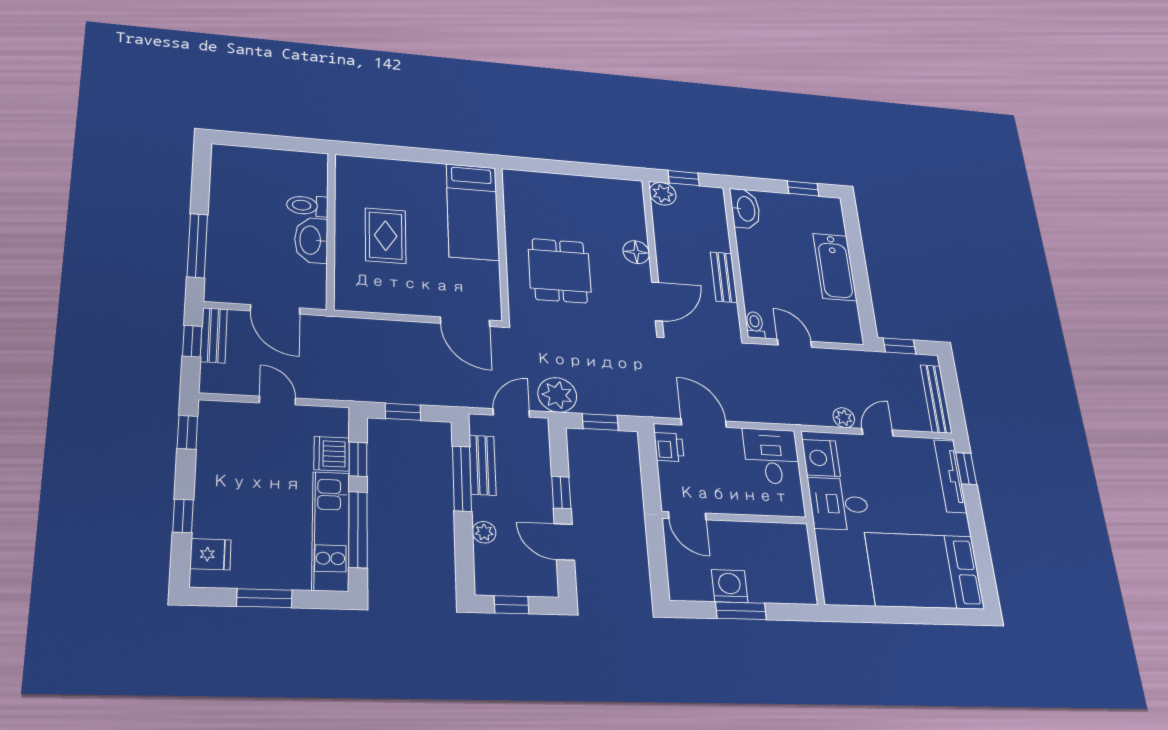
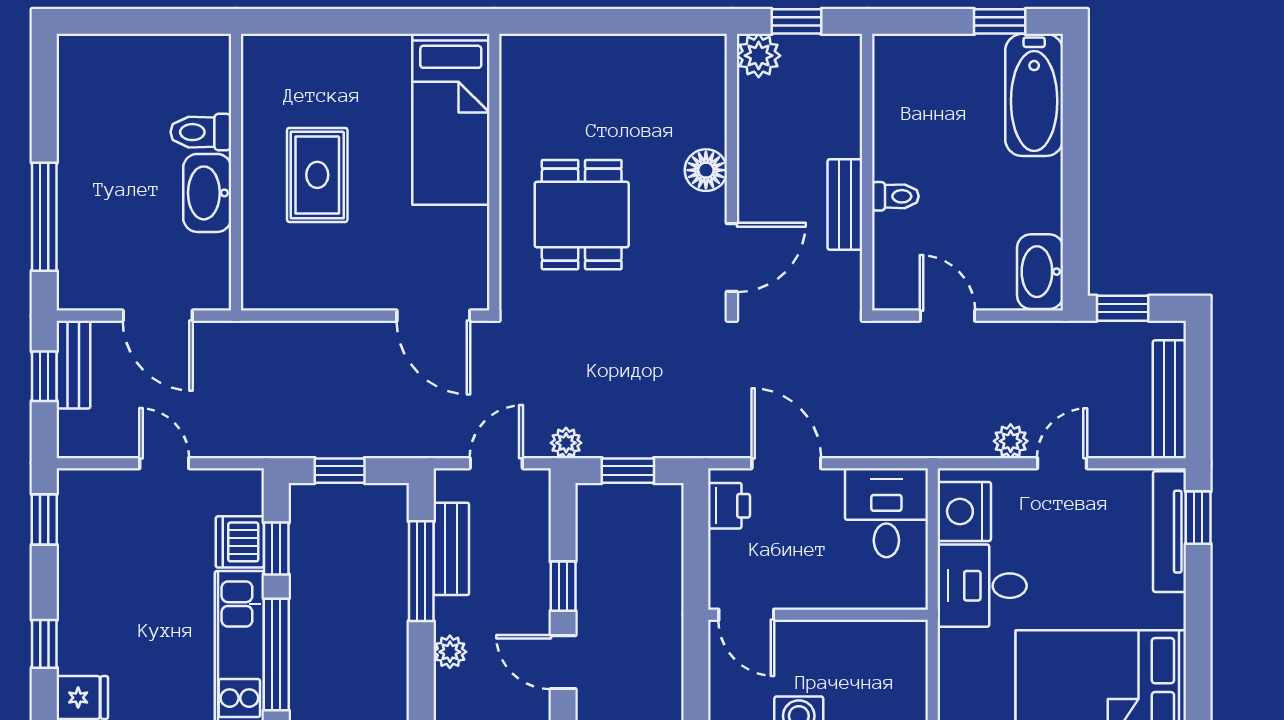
washbasin: (745, 209) -> (1040, 272), moved, turned 180
bathtub: (835, 267) -> (1034, 95), moved
toilet: (755, 325) -> (895, 196), moved, turned 90
plant: (557, 395) -> (566, 443), width x0.53, depth x0.53

